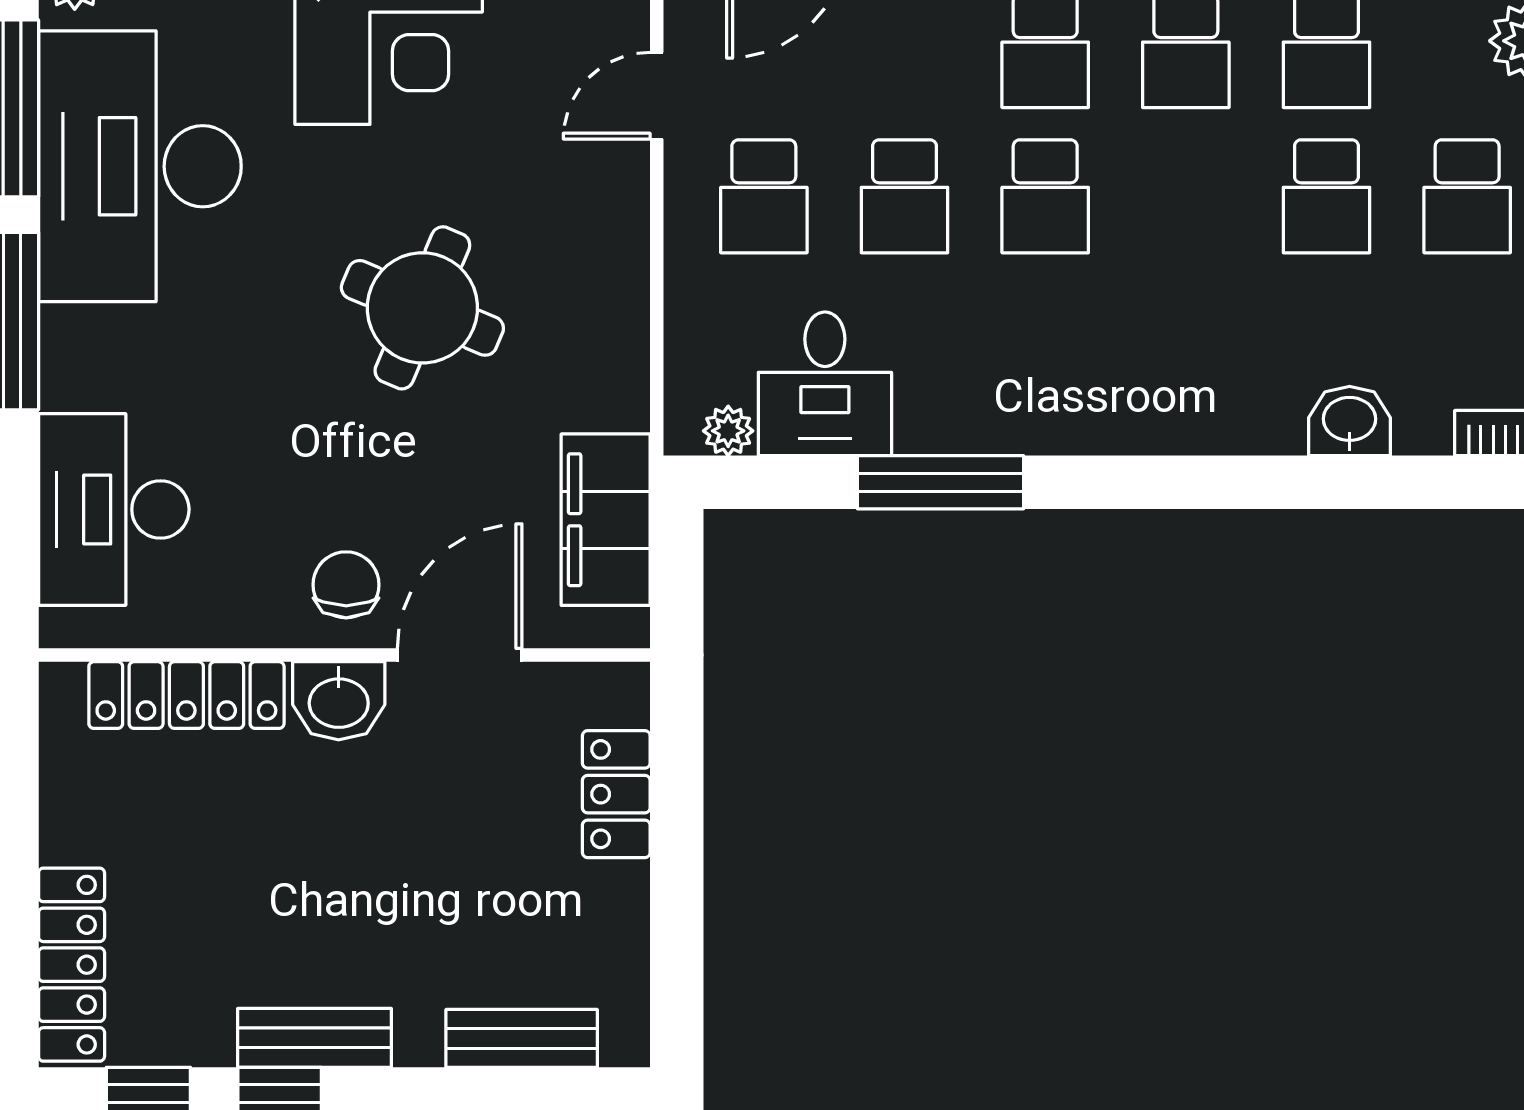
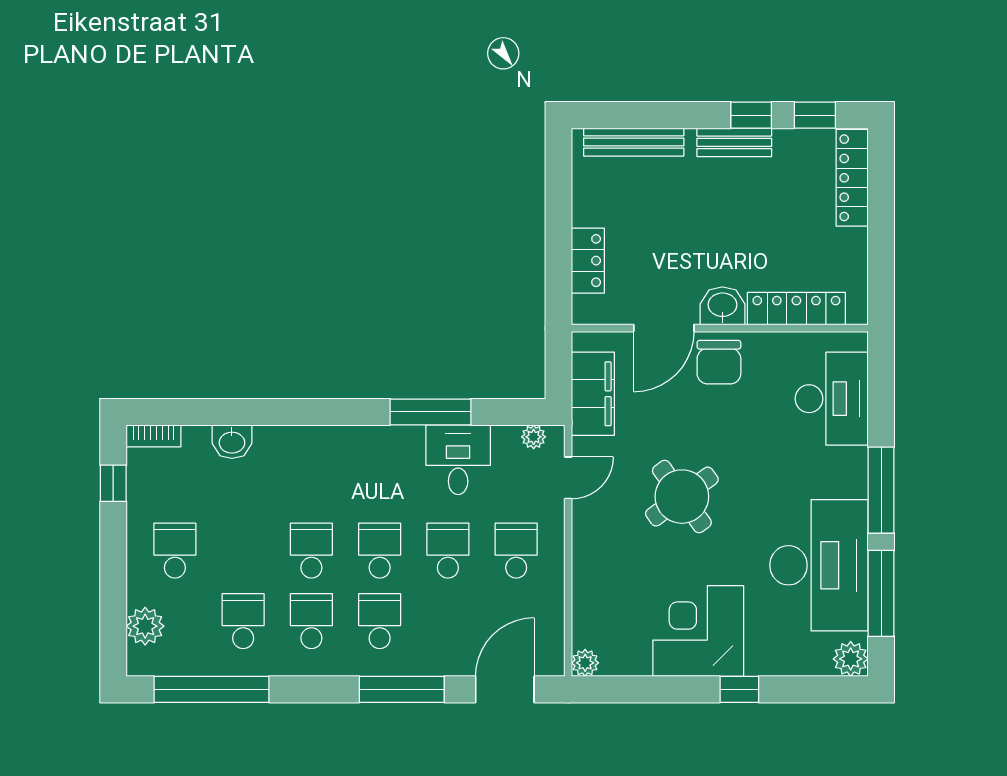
door: (657, 96) -> (568, 478), moved
school desk: (1326, 196) -> (311, 551), moved
round table: (422, 308) -> (682, 497), turned 31
desk: (825, 384) -> (458, 460), moved
chair: (346, 585) -> (719, 362), width x1.37, depth x1.37
bench: (522, 1038) -> (634, 142), width x1.36

